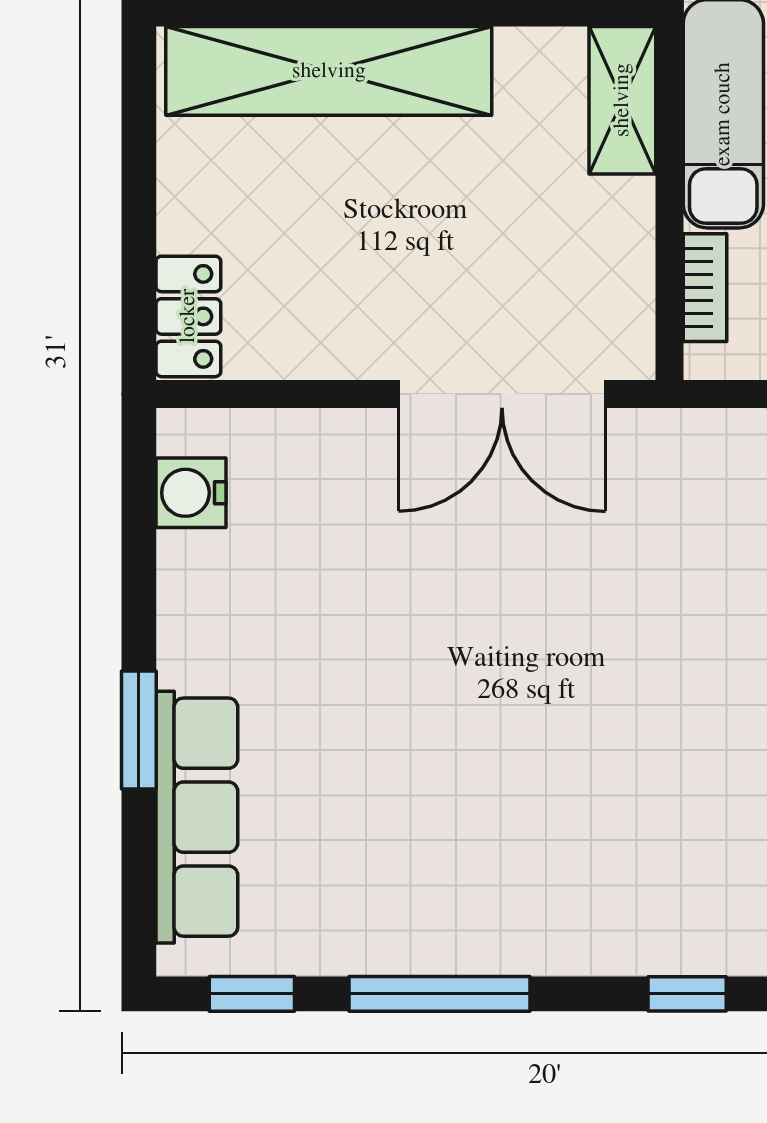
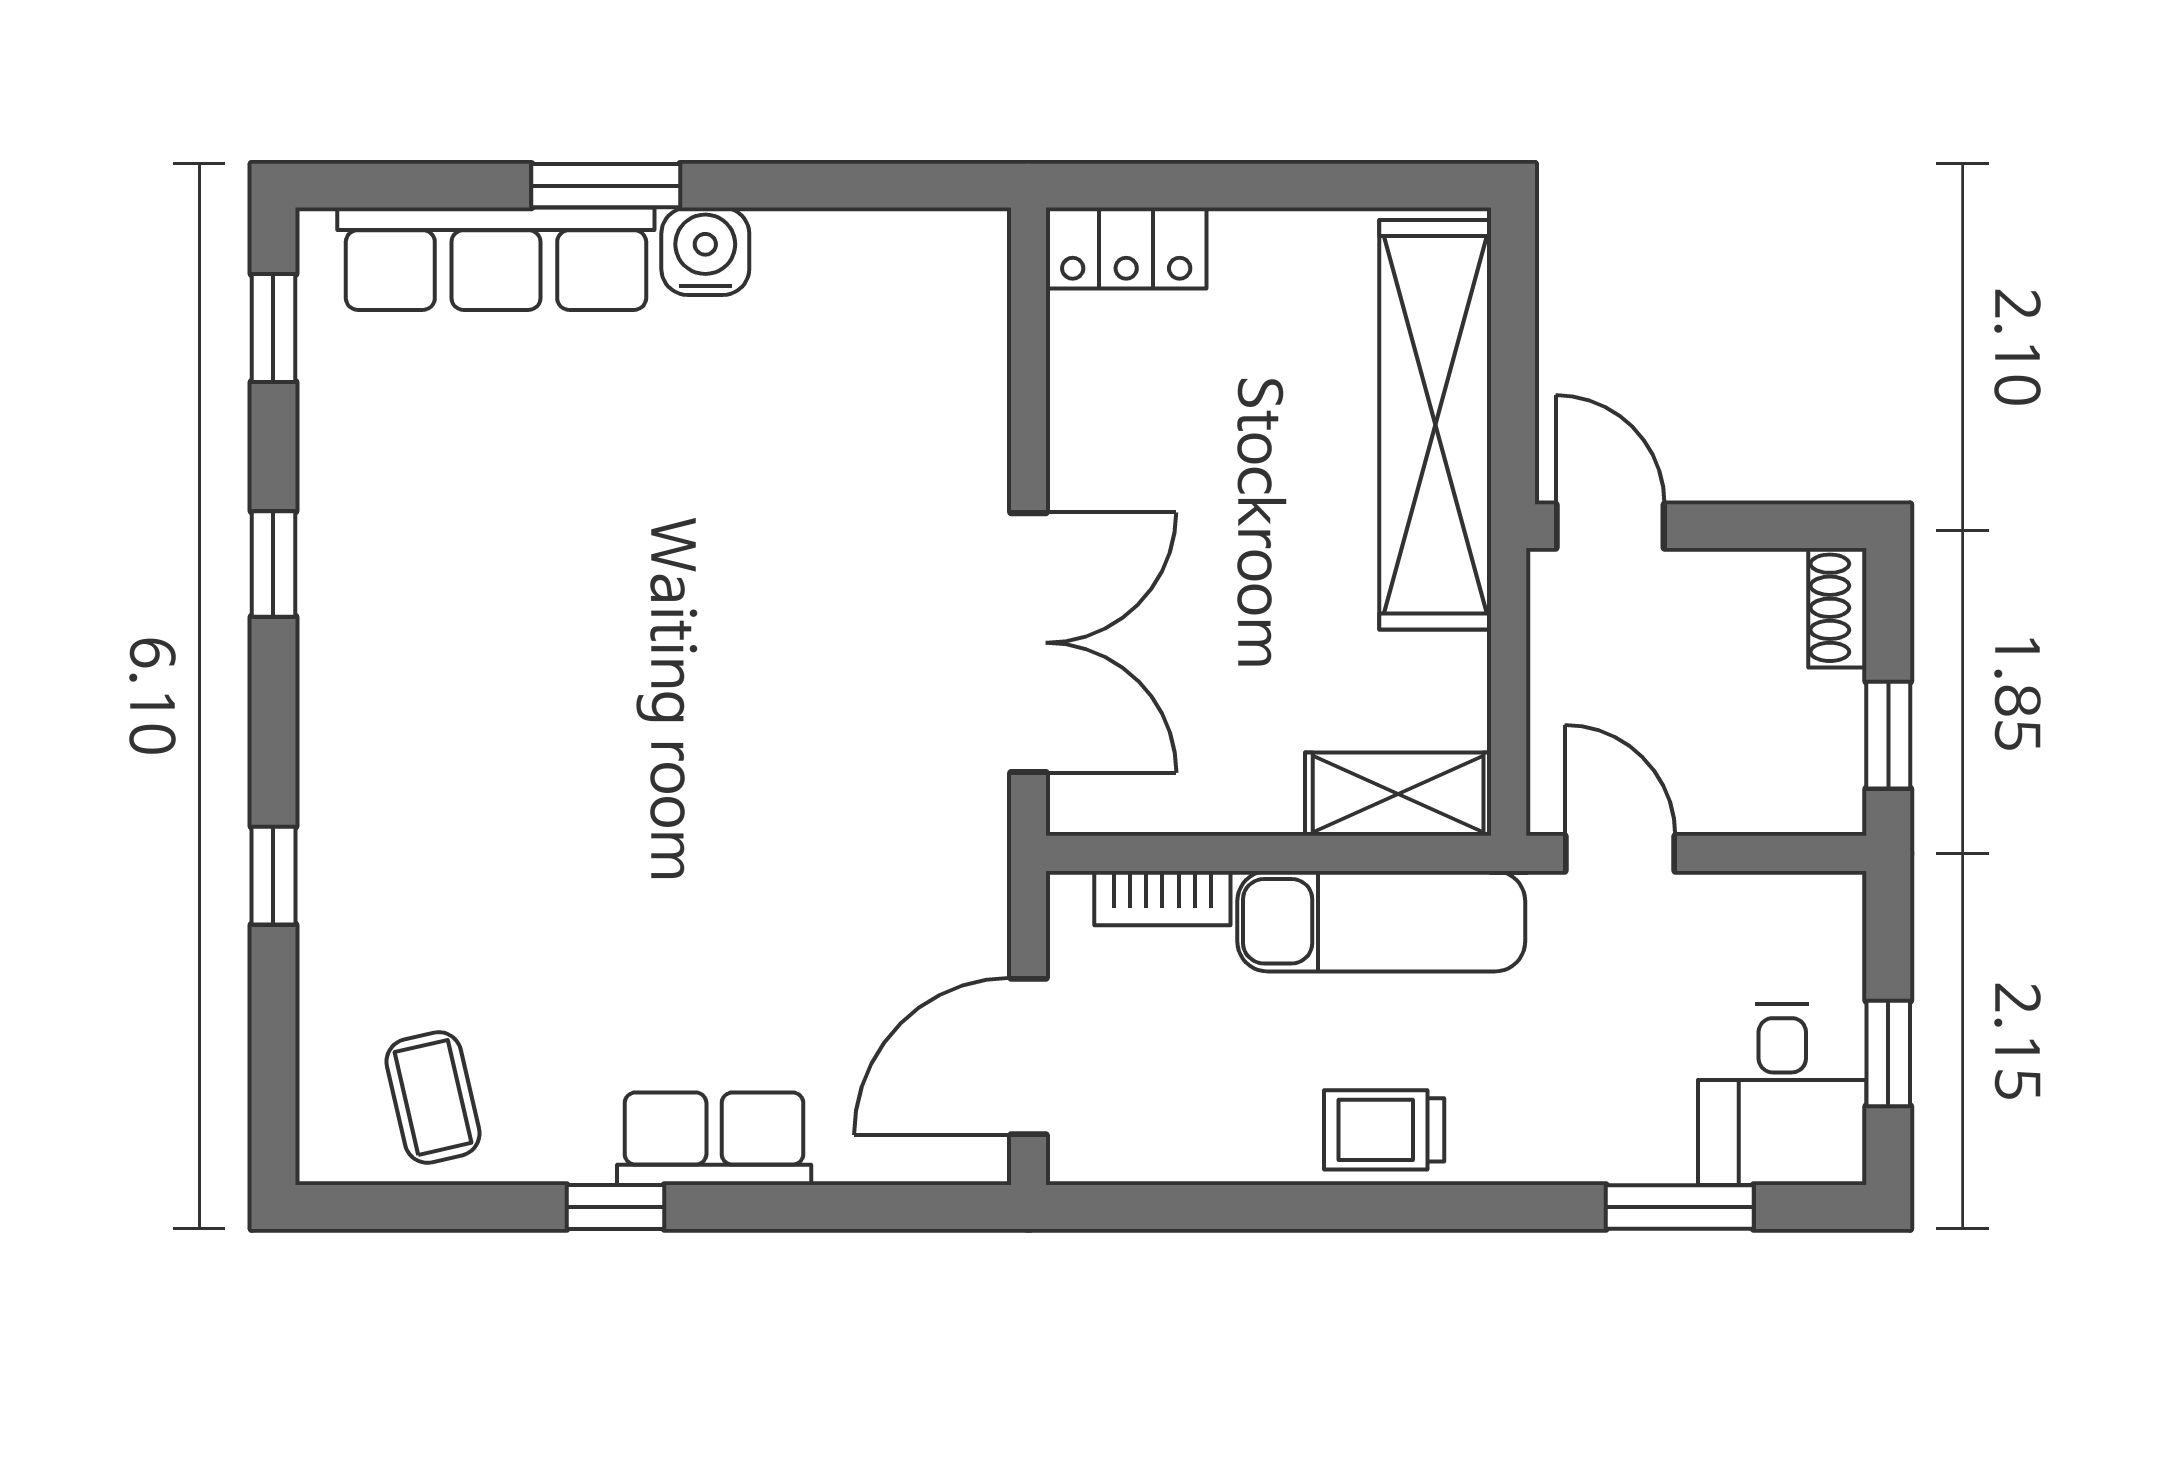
double door: (502, 394) -> (1029, 643), swing flipped
water cooler: (191, 493) -> (705, 251), moved
window: (439, 994) -> (273, 564), width x0.46

